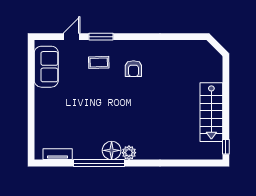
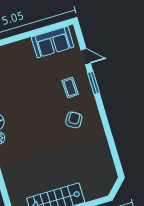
armchair: (133, 69) -> (74, 120), turned 121

